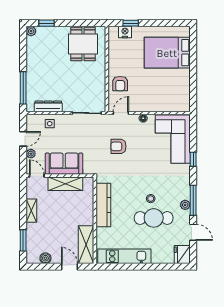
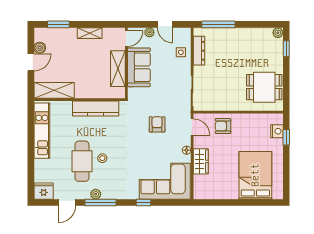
wardrobe: (154, 105) -> (201, 161), added
door: (69, 267) -> (31, 62), moved

